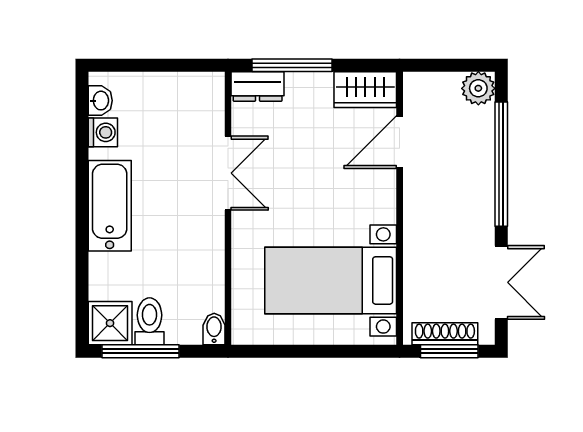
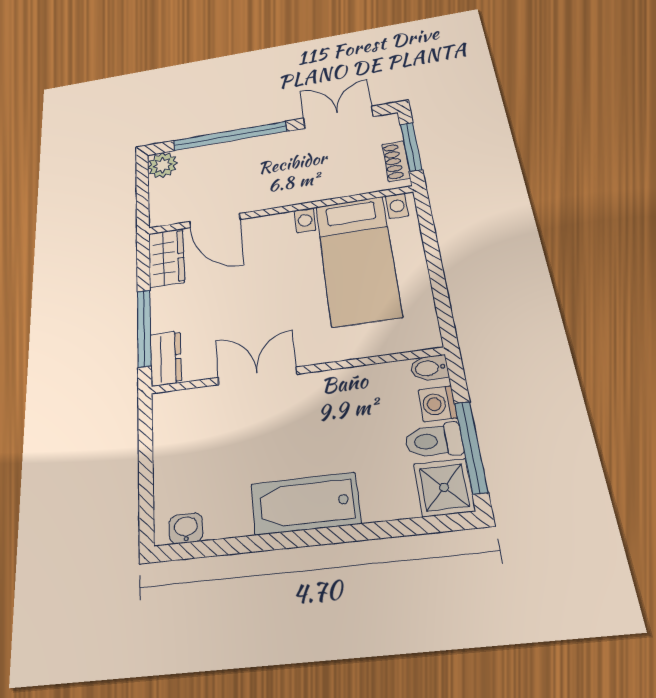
washing machine: (103, 132) -> (438, 404), moved, turned -90
shoe rack: (445, 334) -> (396, 161), width x0.70

